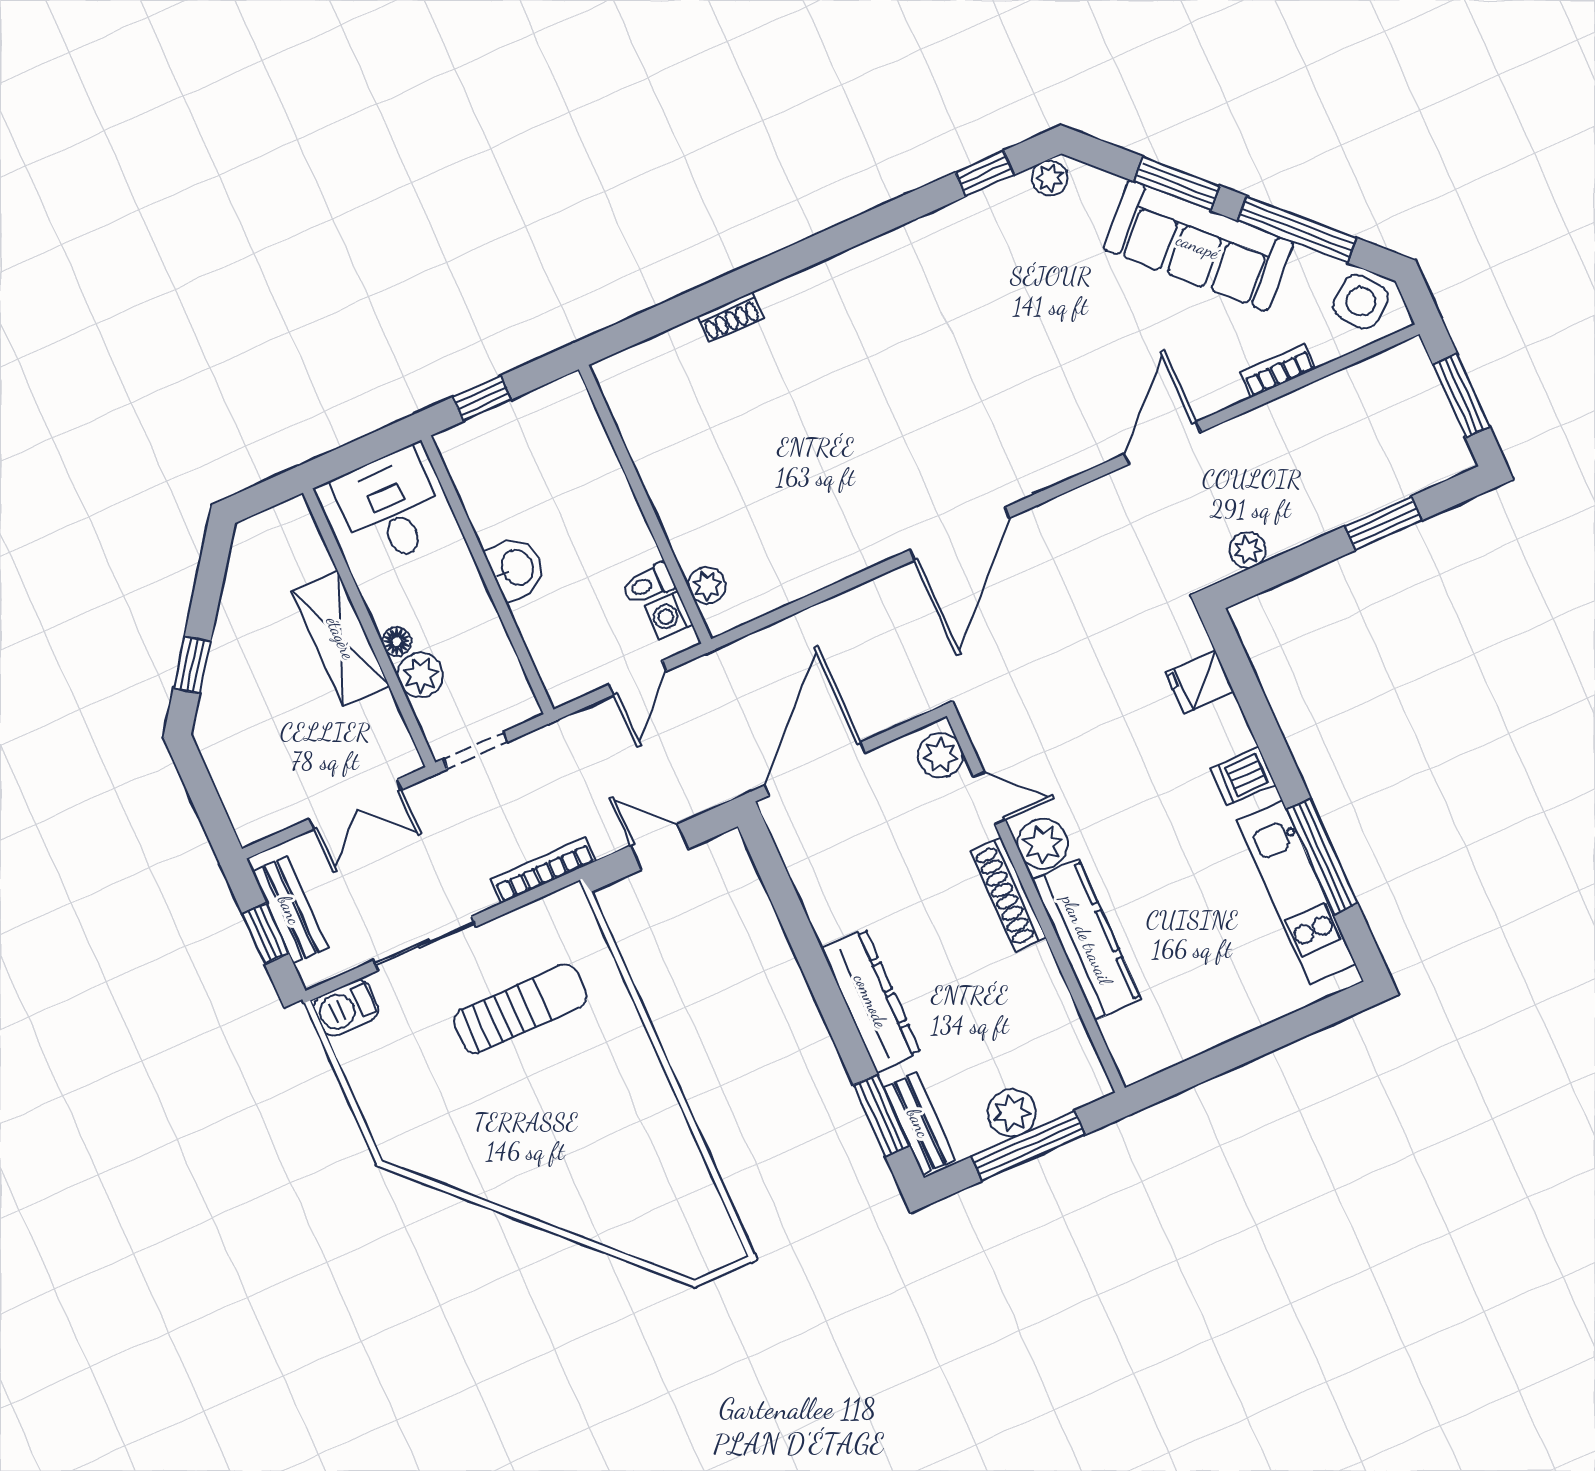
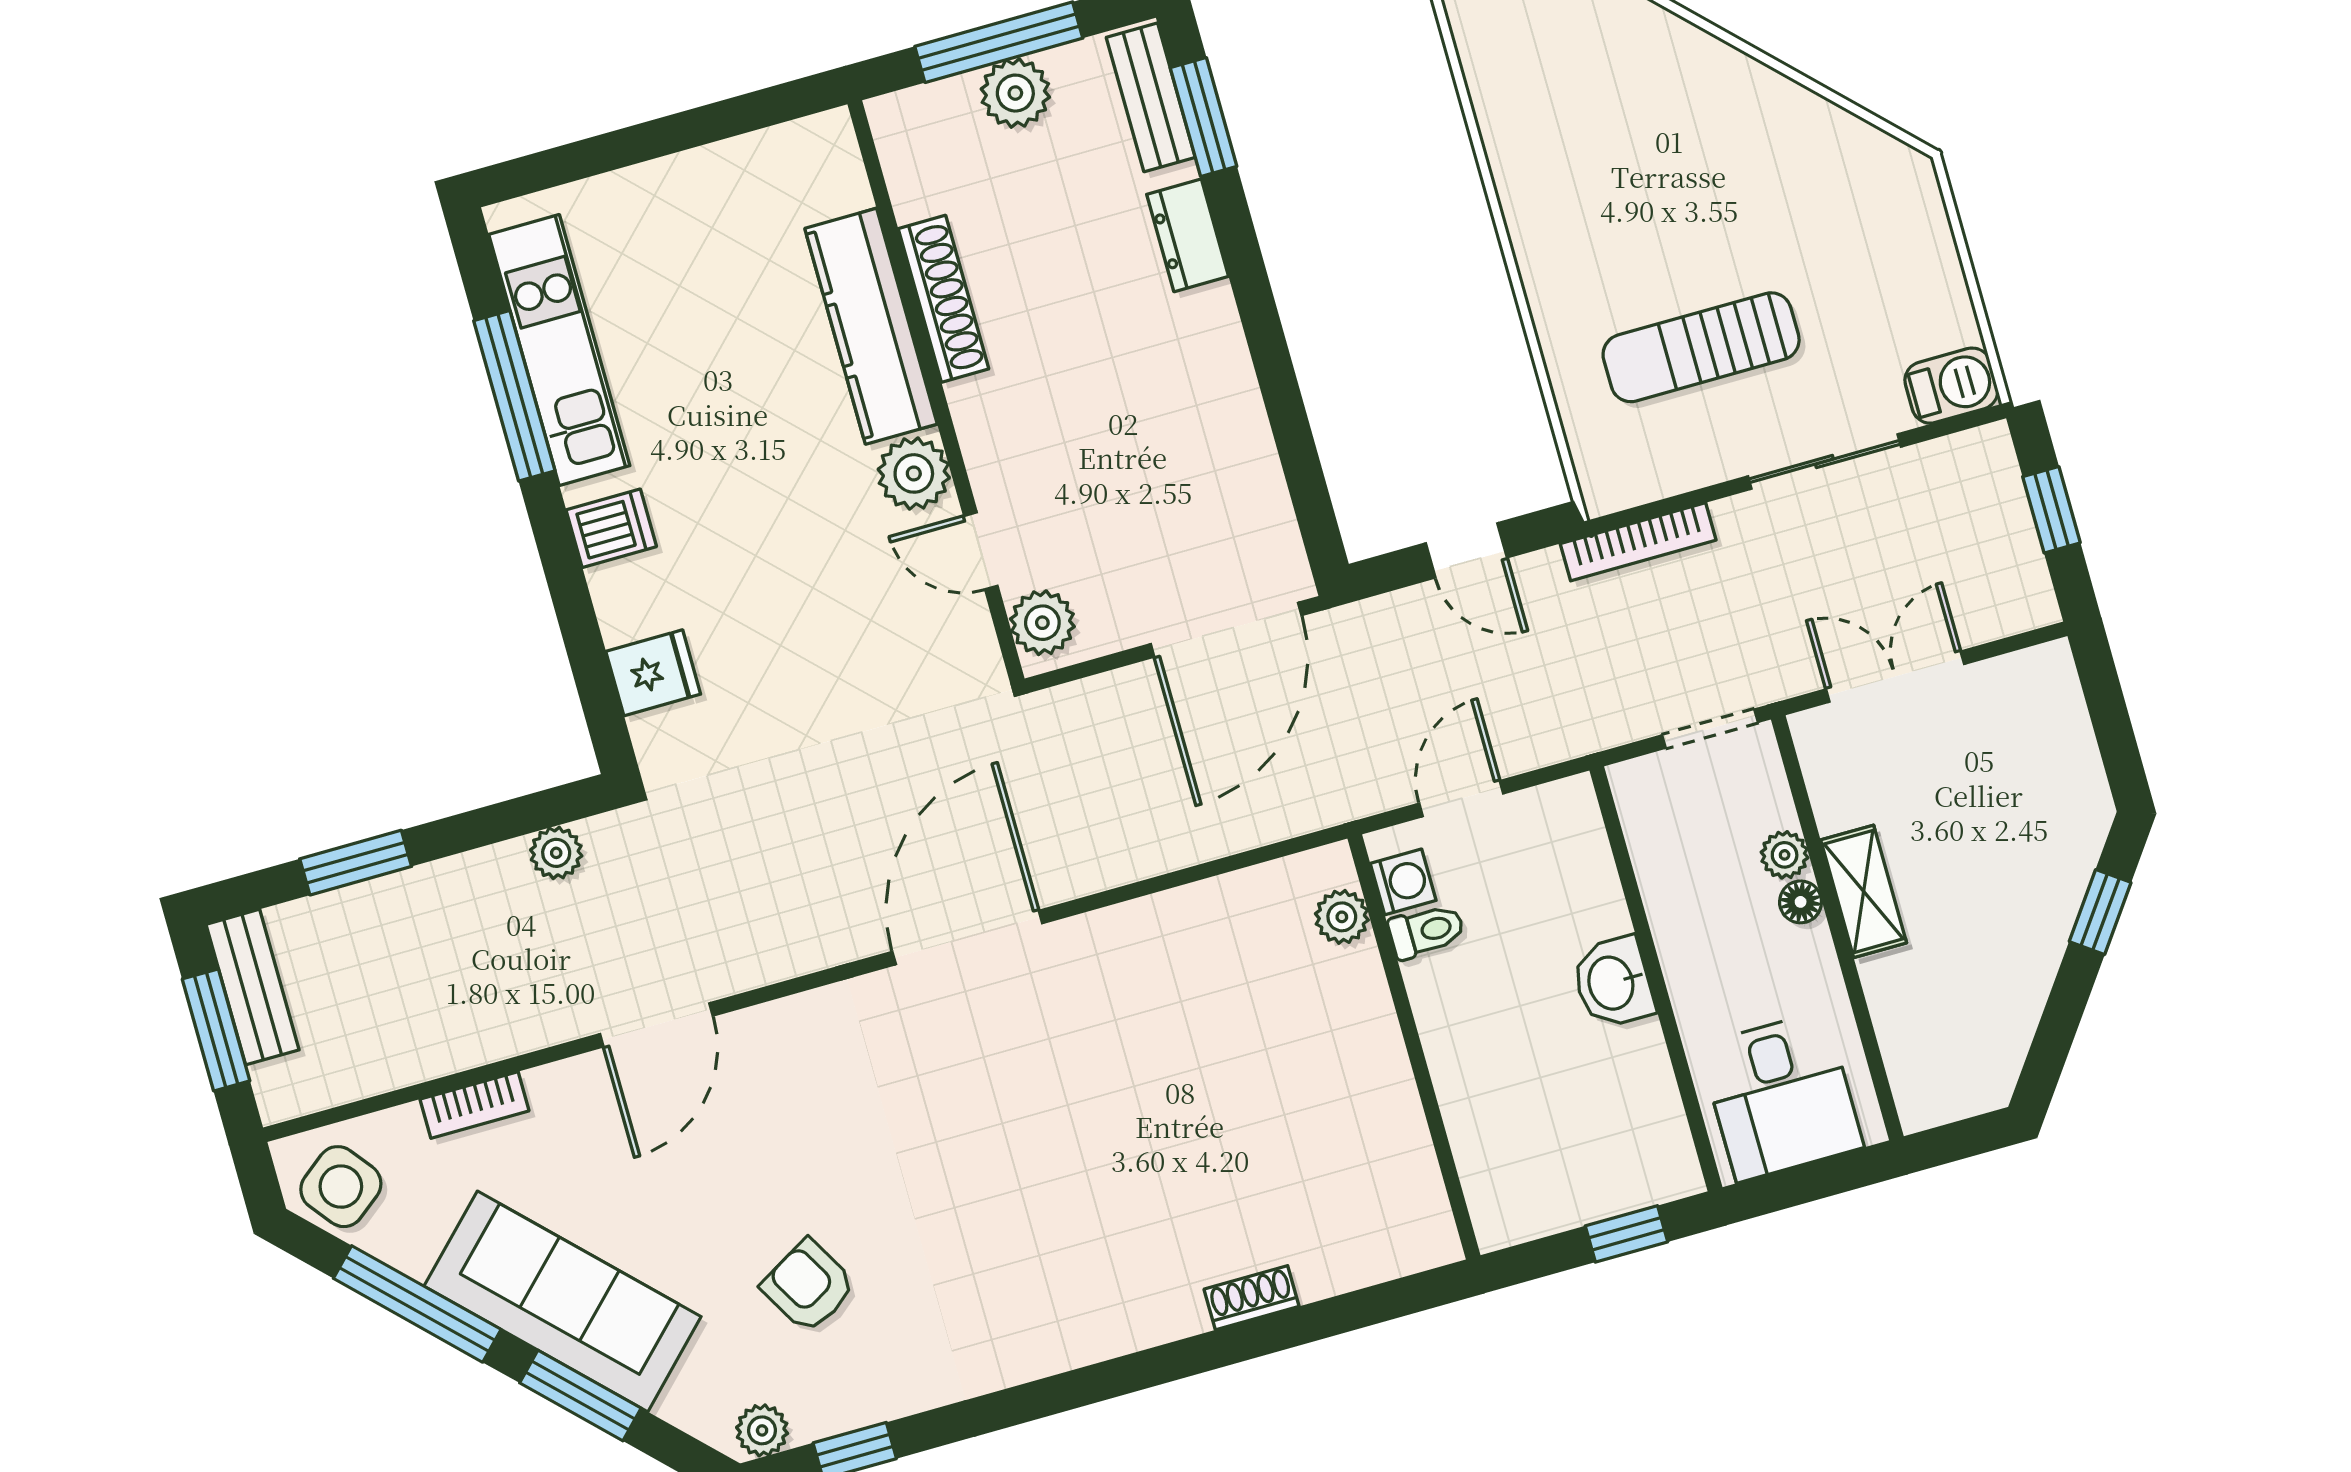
armchair: (1033, 281) -> (809, 1286), added
shelving: (341, 638) -> (1864, 891), width x0.67, depth x0.75
plant: (420, 675) -> (1785, 855), width x0.73, depth x0.73
shoe rack: (1008, 894) -> (943, 299), moved
bench: (290, 910) -> (253, 987), moved
dresser: (871, 1001) -> (1188, 235), width x0.51, depth x0.80

